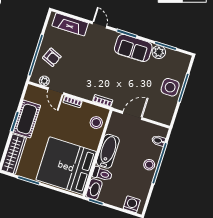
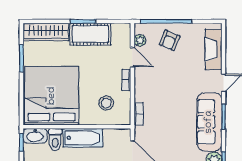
sofa: (133, 48) -> (209, 122), width x1.36
door: (56, 91) -> (132, 57), swing flipped
stool: (96, 123) -> (106, 103), moved

